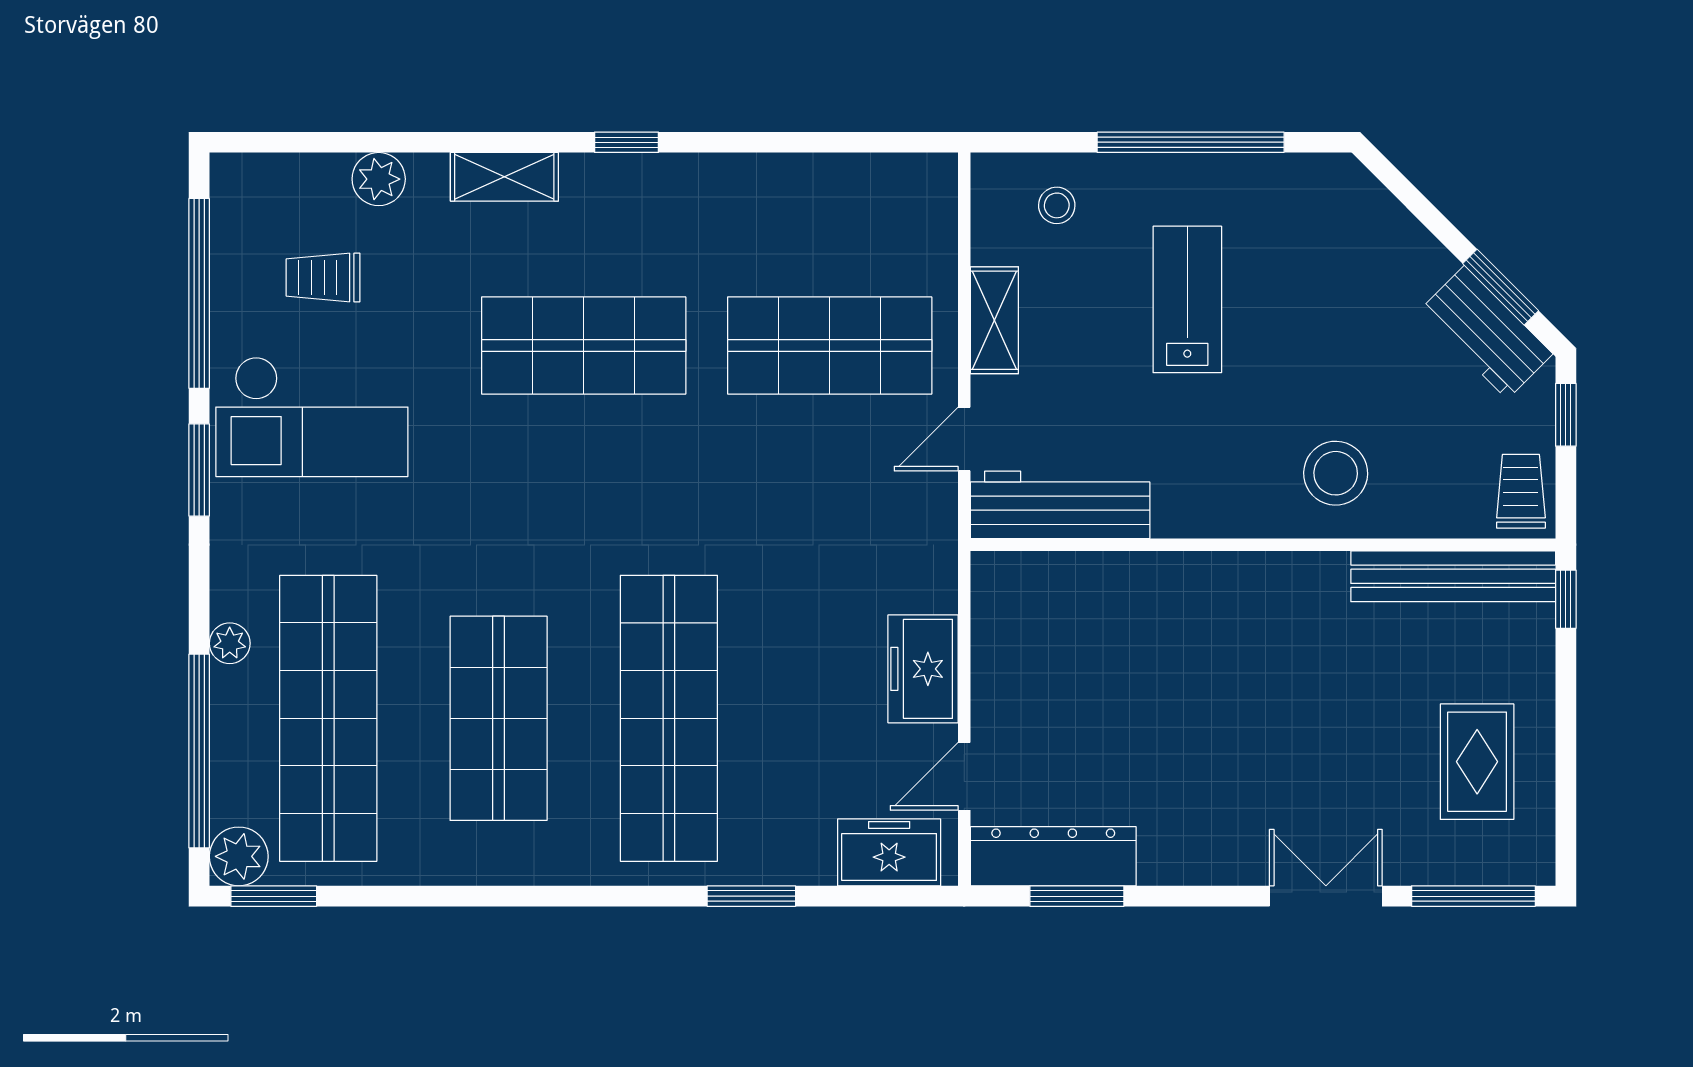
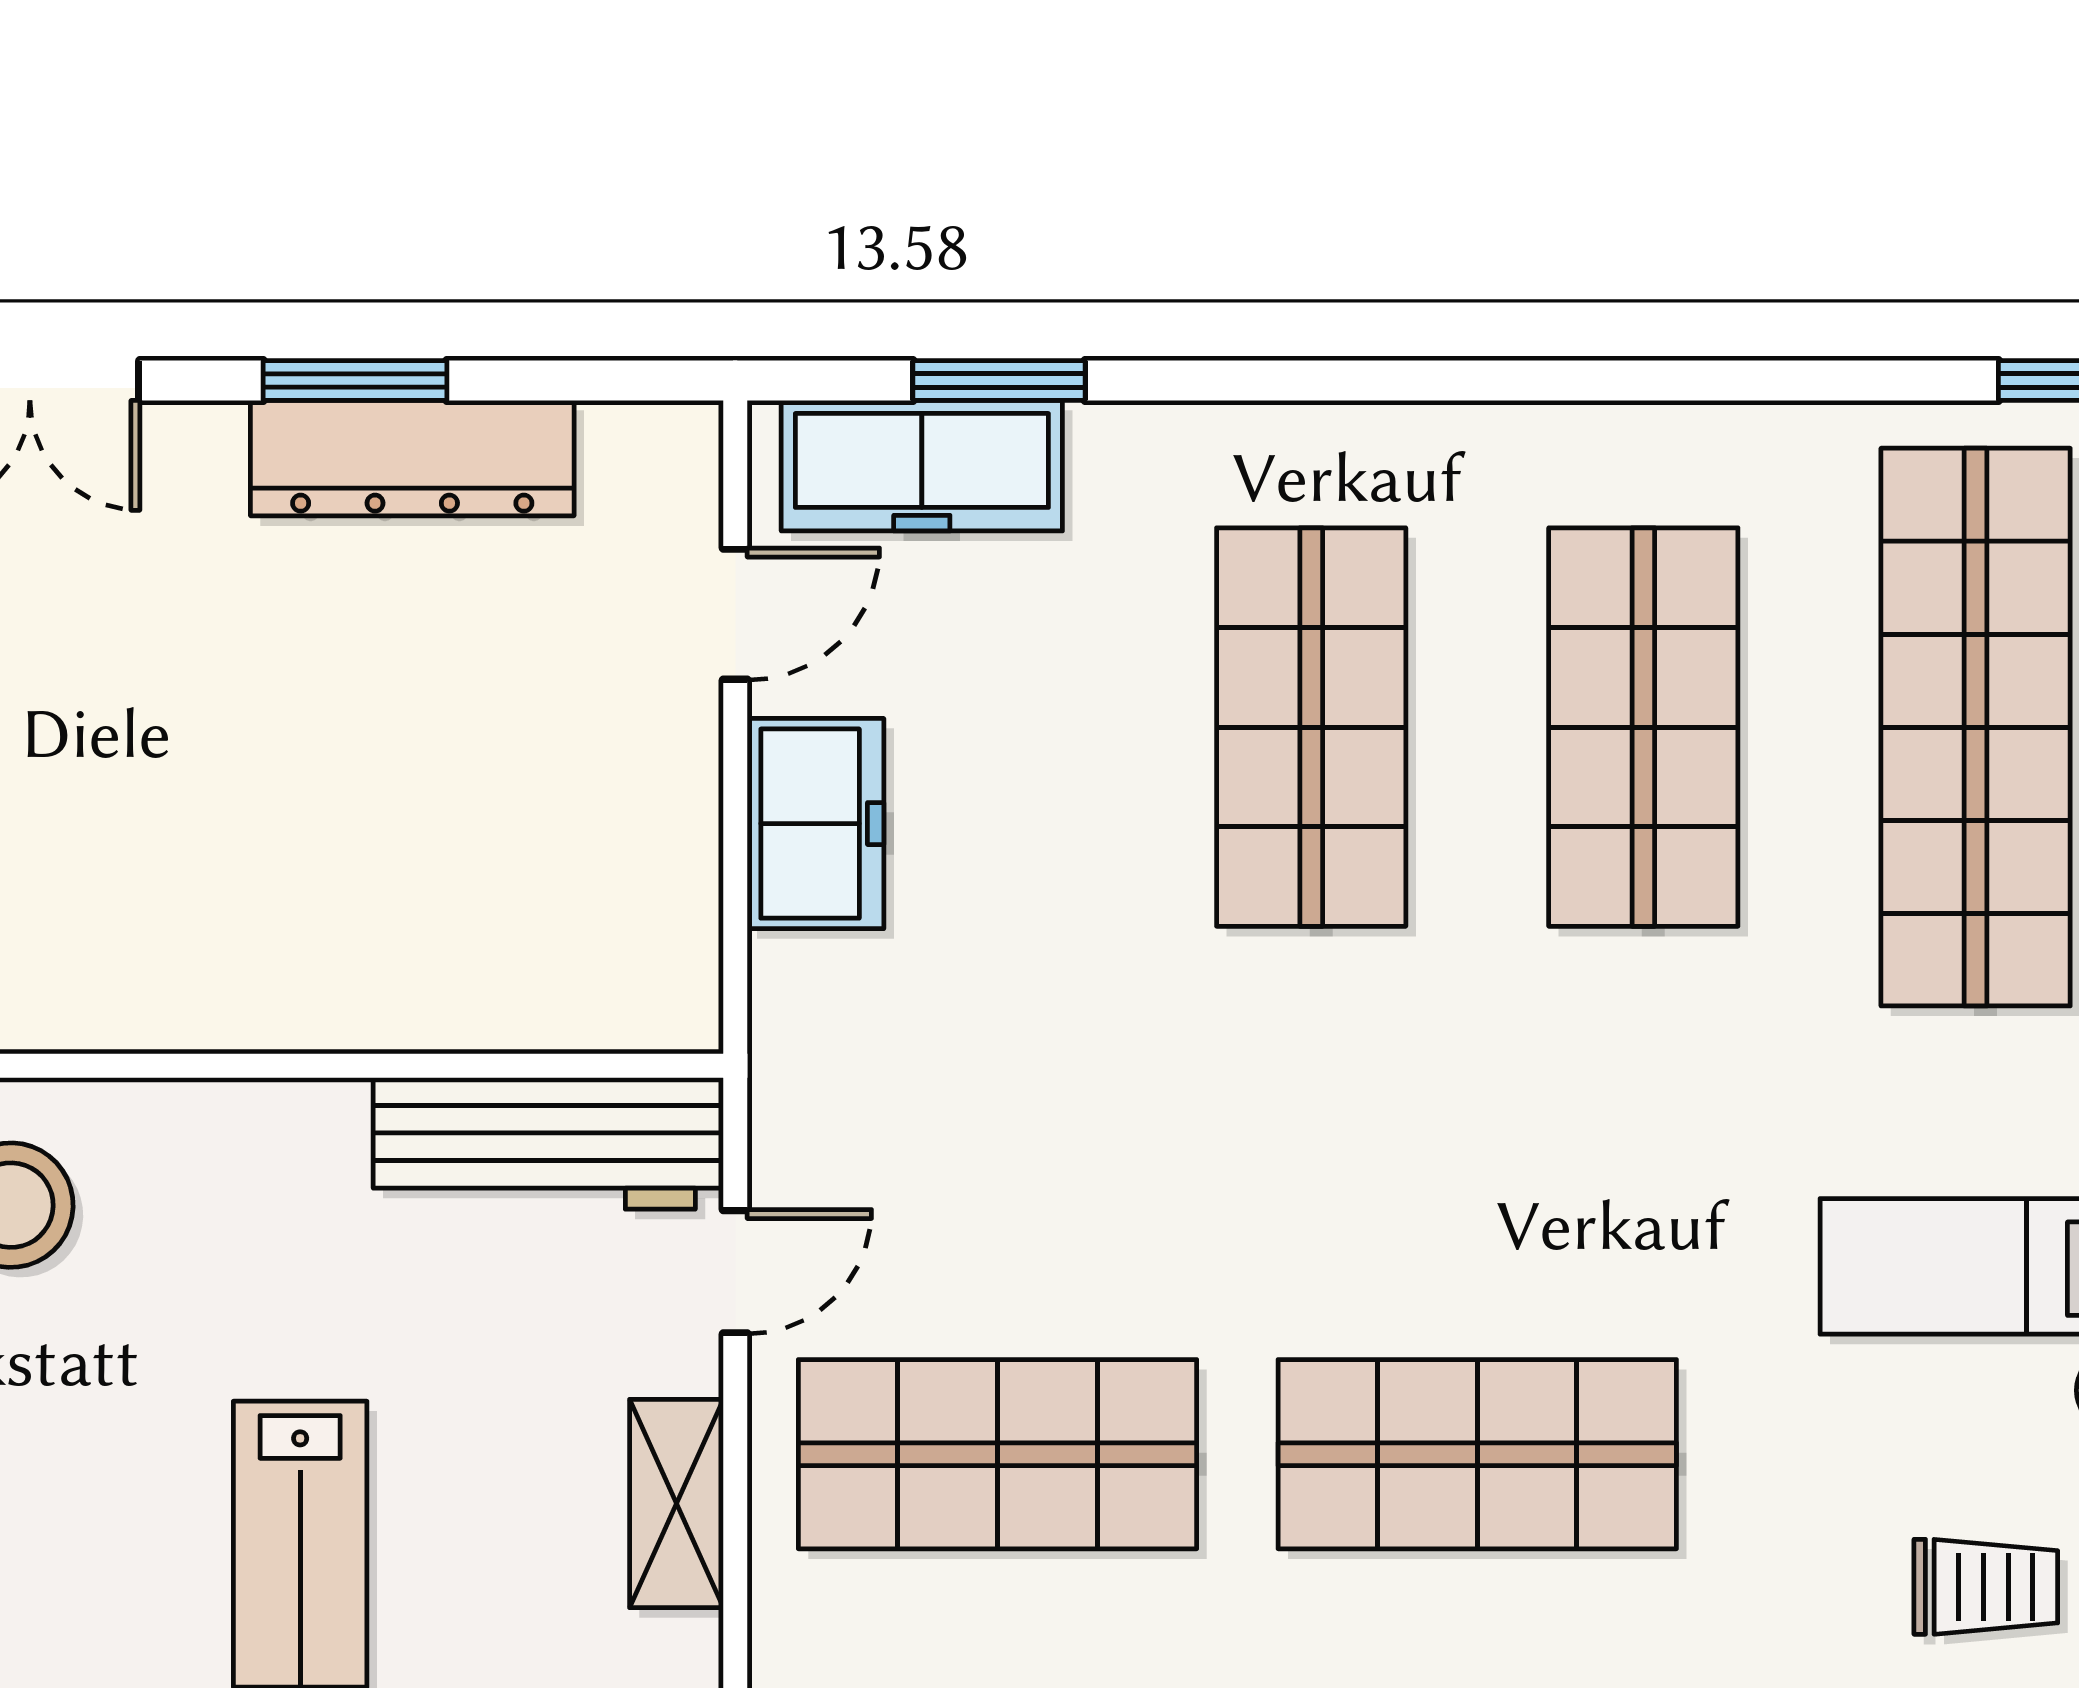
shop shelf: (669, 718) -> (1311, 727), width x0.71
freezer: (889, 852) -> (922, 466), width x1.40
dresser: (1053, 856) -> (412, 458), moved
window: (751, 896) -> (999, 380), moved
window: (1077, 896) -> (355, 380), moved

